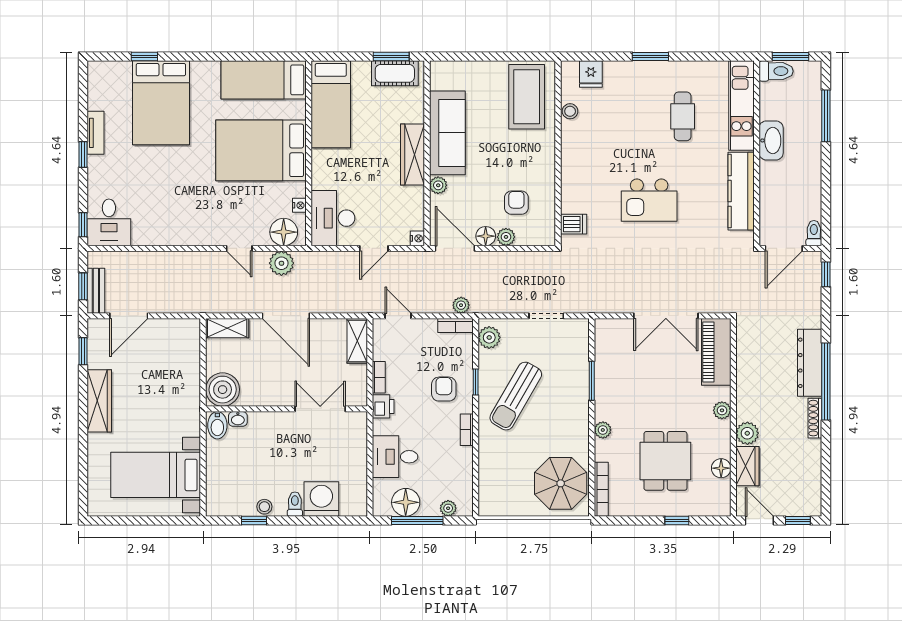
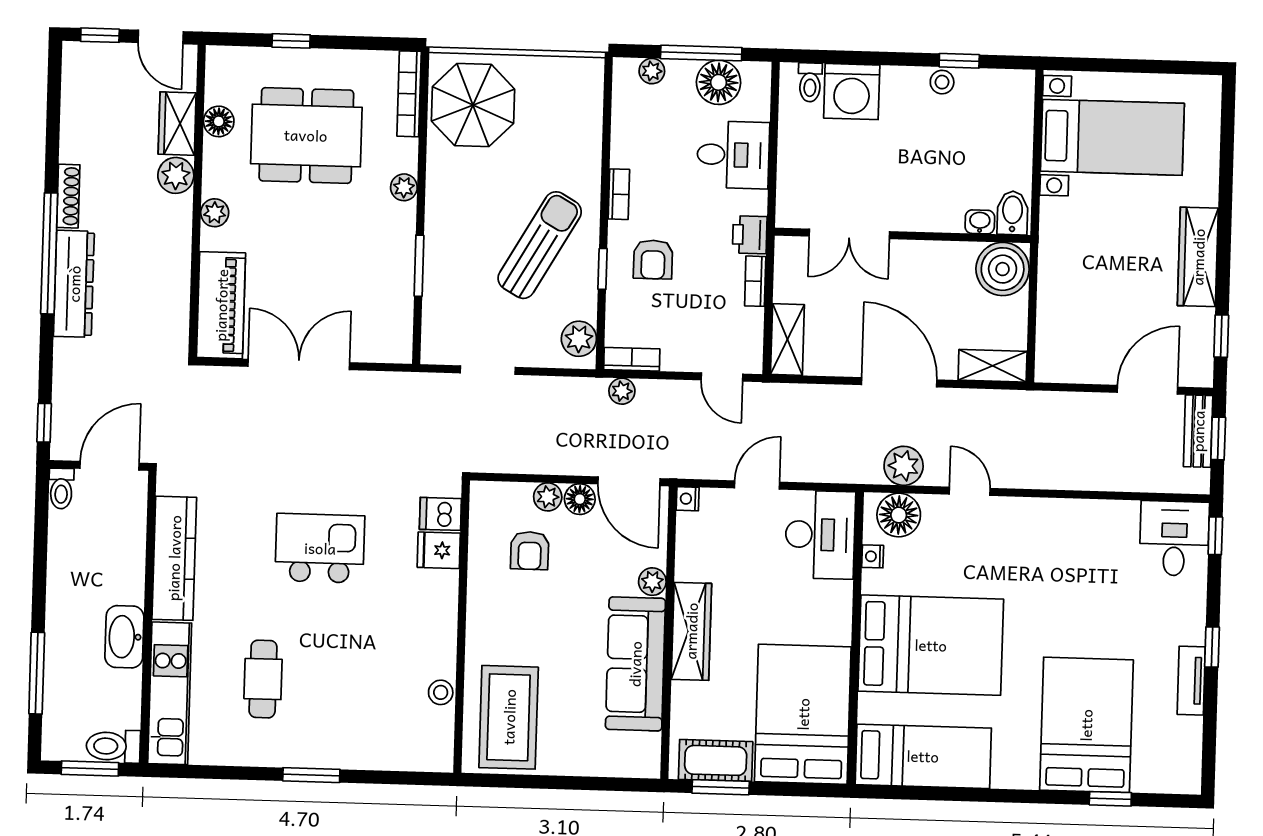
fridge: (591, 74) -> (439, 550), moved, turned -90
bed: (331, 104) -> (803, 714), width x1.50
dining table: (665, 461) -> (306, 135), width x1.38
toilet: (295, 504) -> (810, 82), moved

